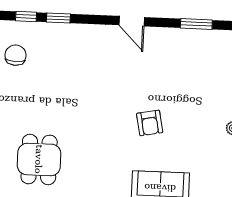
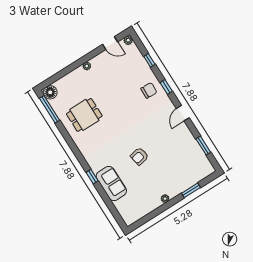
window: (58, 18) -> (166, 87), moved
chair: (16, 55) -> (149, 90), moved

